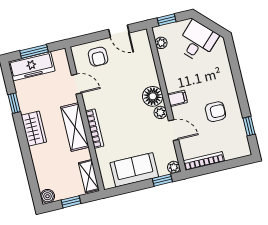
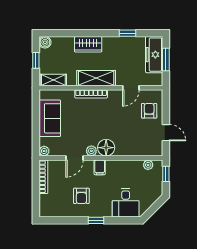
door: (119, 31) -> (166, 133), swing flipped
desk: (197, 41) -> (126, 203), moved, turned 45
armchair: (98, 57) -> (149, 111), turned 90
window: (249, 126) -> (96, 220), moved
wardrobe: (34, 129) -> (88, 44), moved
window: (162, 180) -> (36, 139), removed

